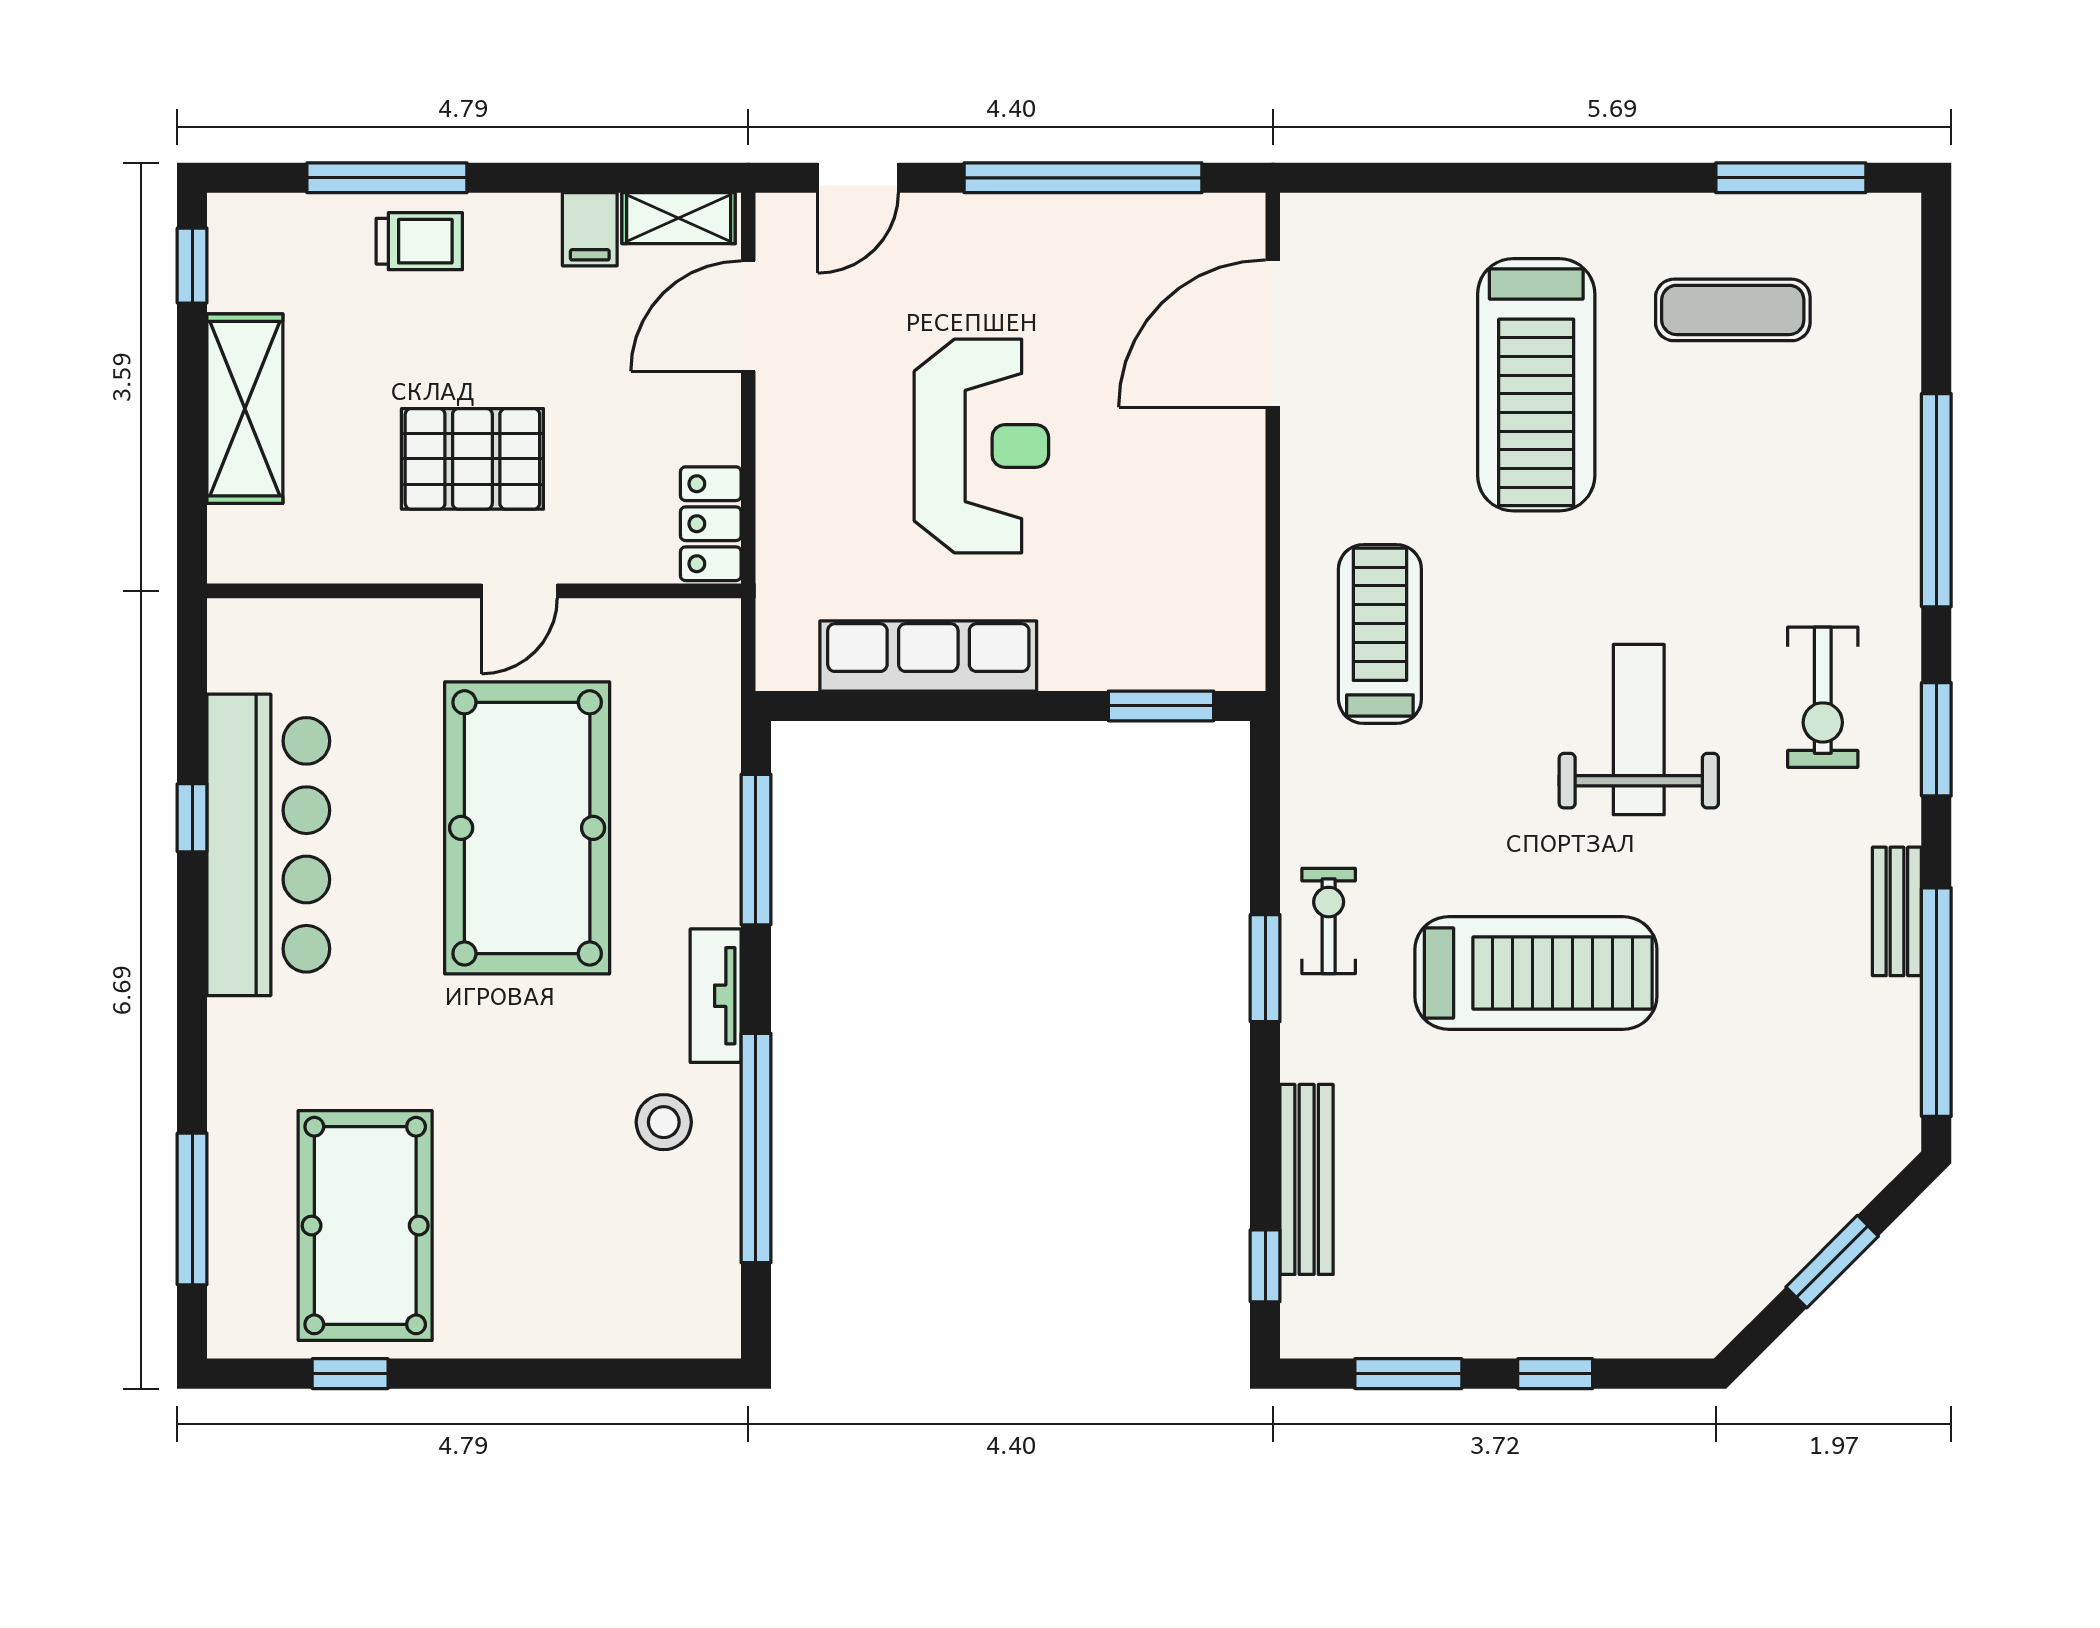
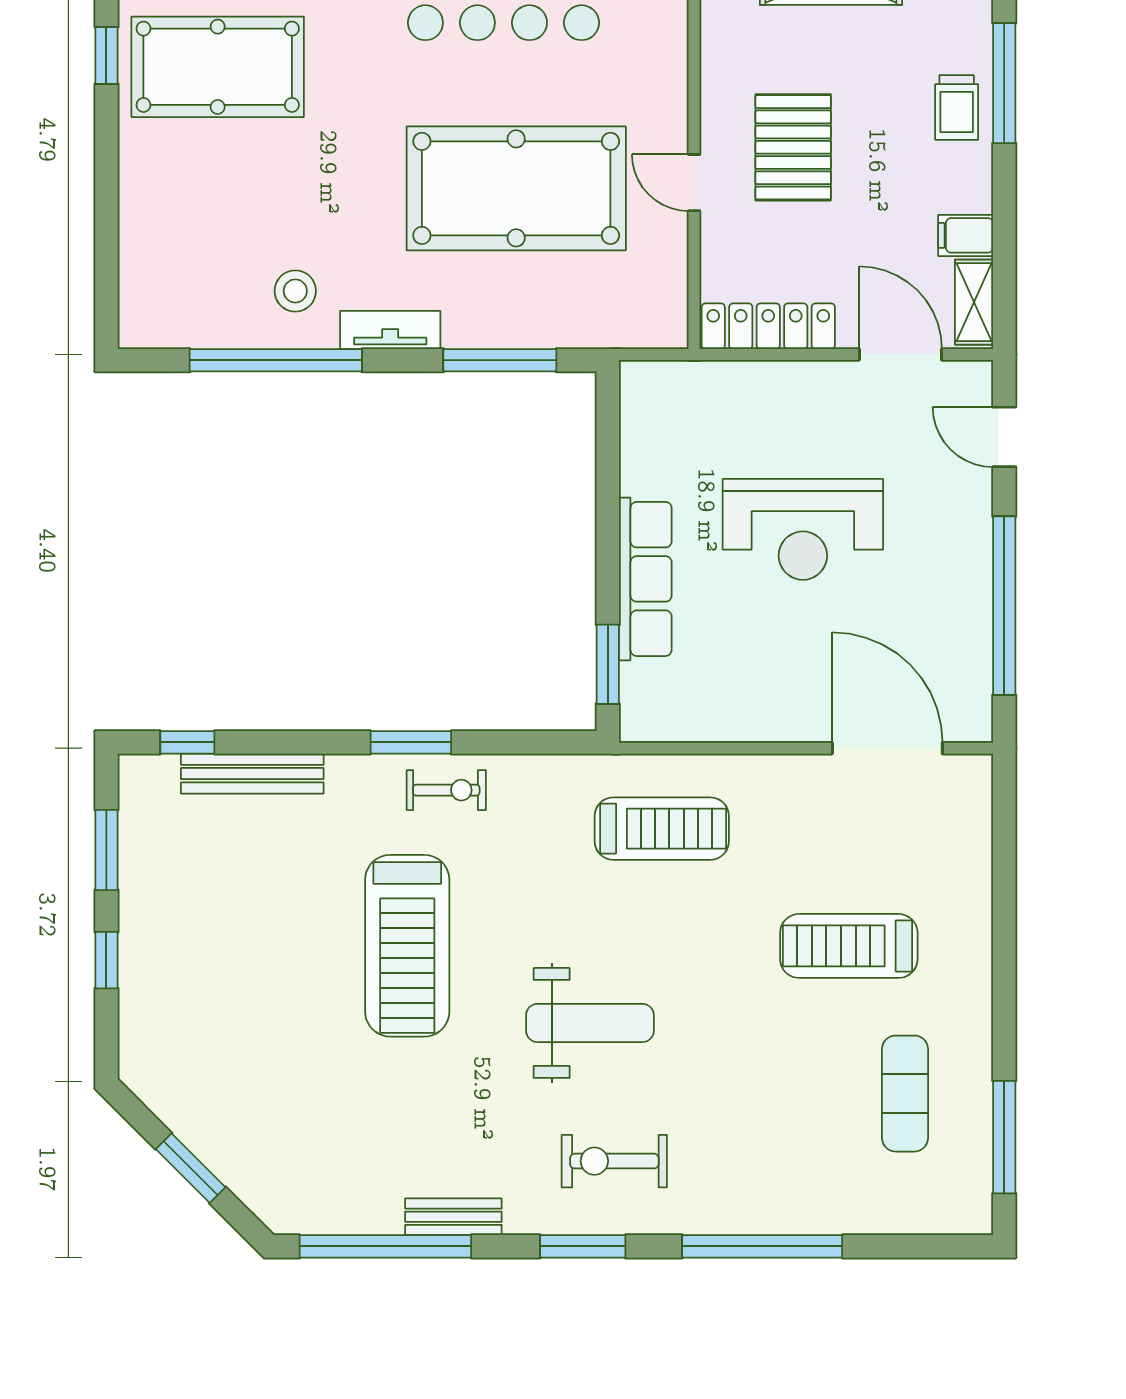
treadmill: (1536, 385) -> (849, 946), width x0.73, depth x0.73
locker: (711, 524) -> (768, 326), width x1.53
row of seats: (928, 656) -> (645, 579), moved

